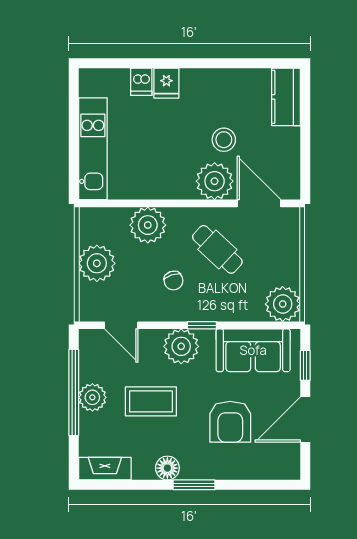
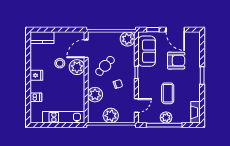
fridge: (166, 83) -> (36, 75), moved
plant: (181, 346) -> (145, 81), removed
floor lamp: (167, 468) -> (195, 87), removed

